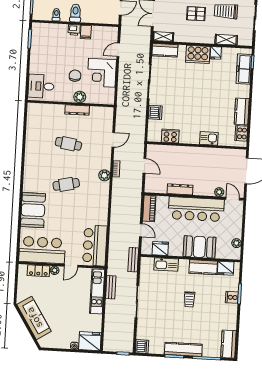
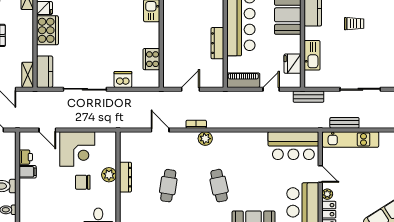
printer: (74, 30) -> (26, 157), moved

